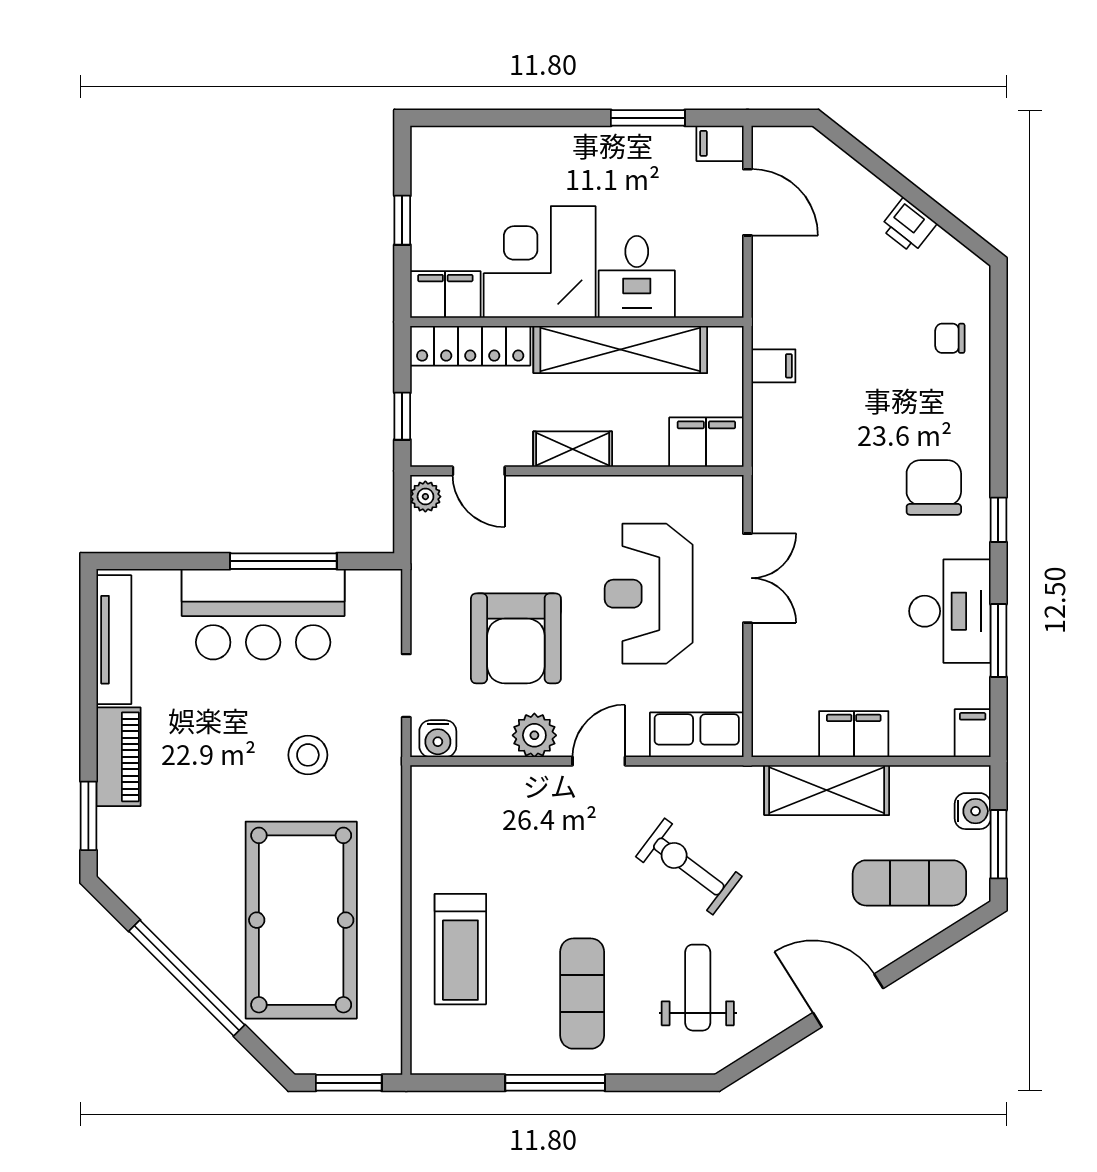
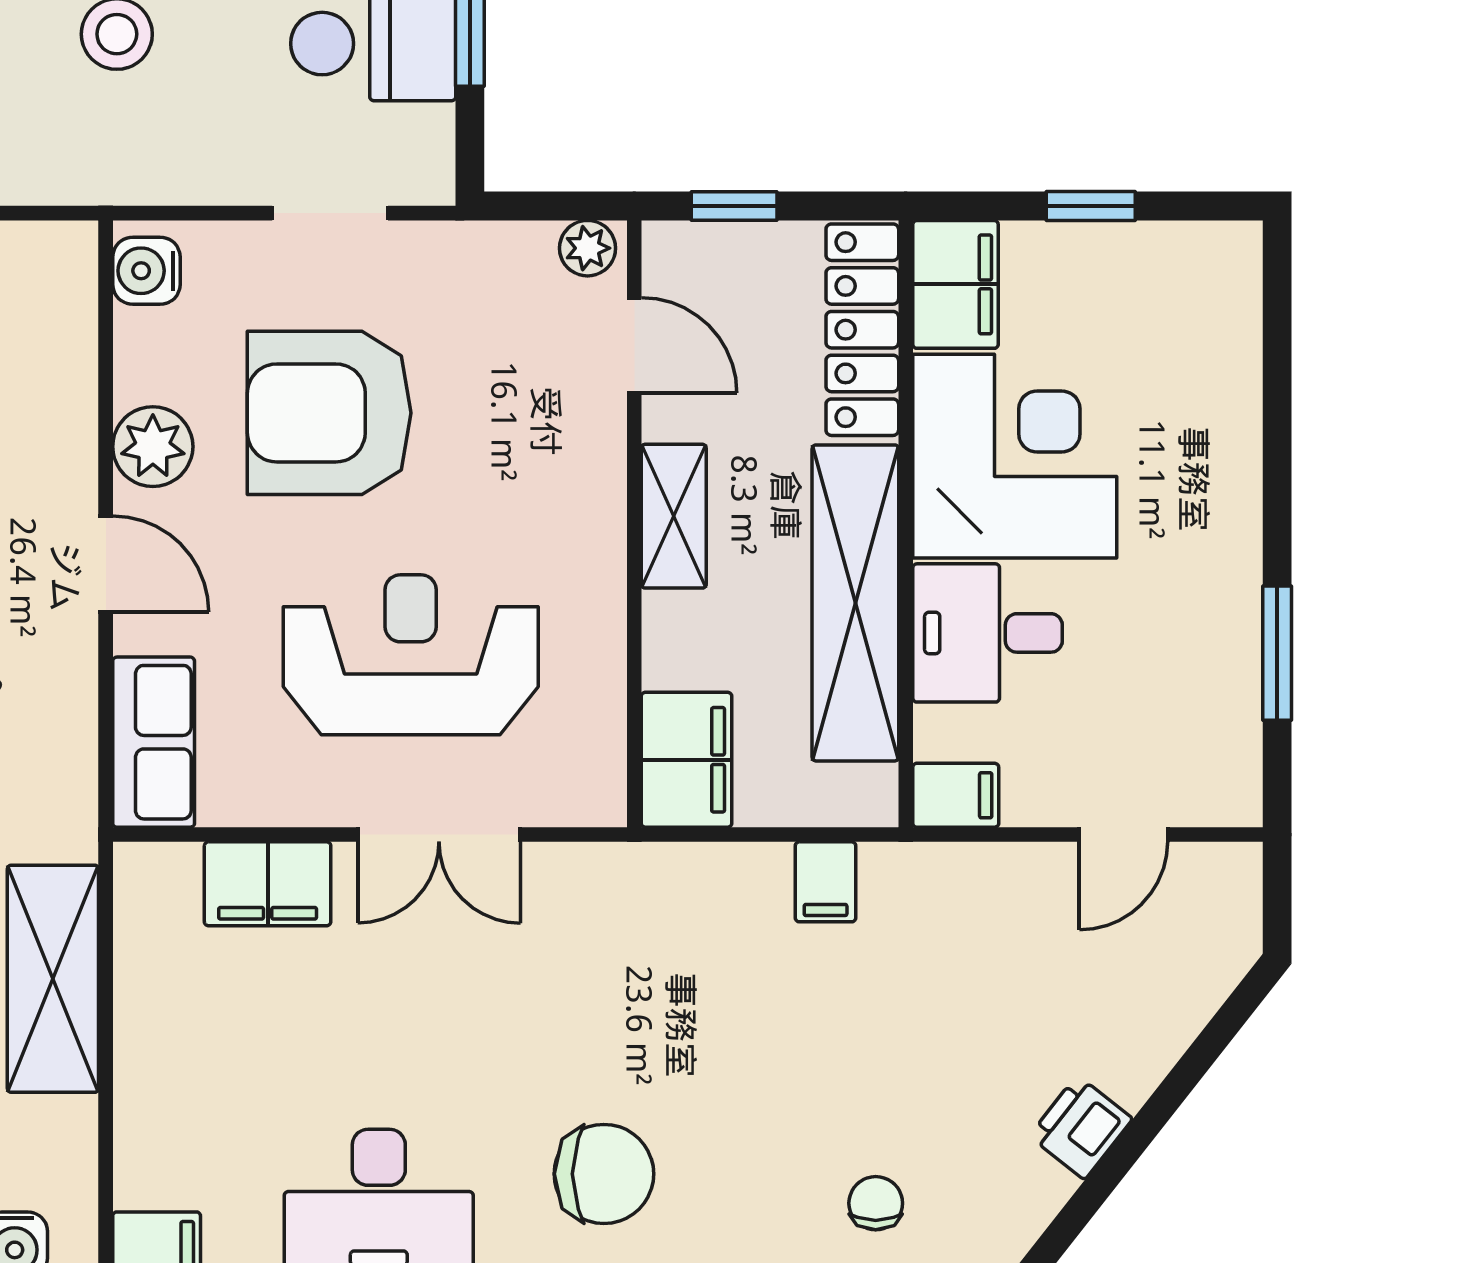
filing cabinet: (720, 143) -> (956, 795), moved, turned 90
door: (747, 202) -> (1123, 835), width x0.73
door: (479, 471) -> (634, 345), swing flipped
doorway: (406, 686) -> (330, 213), moved
filing cabinet: (854, 734) -> (268, 884), moved, turned 90

